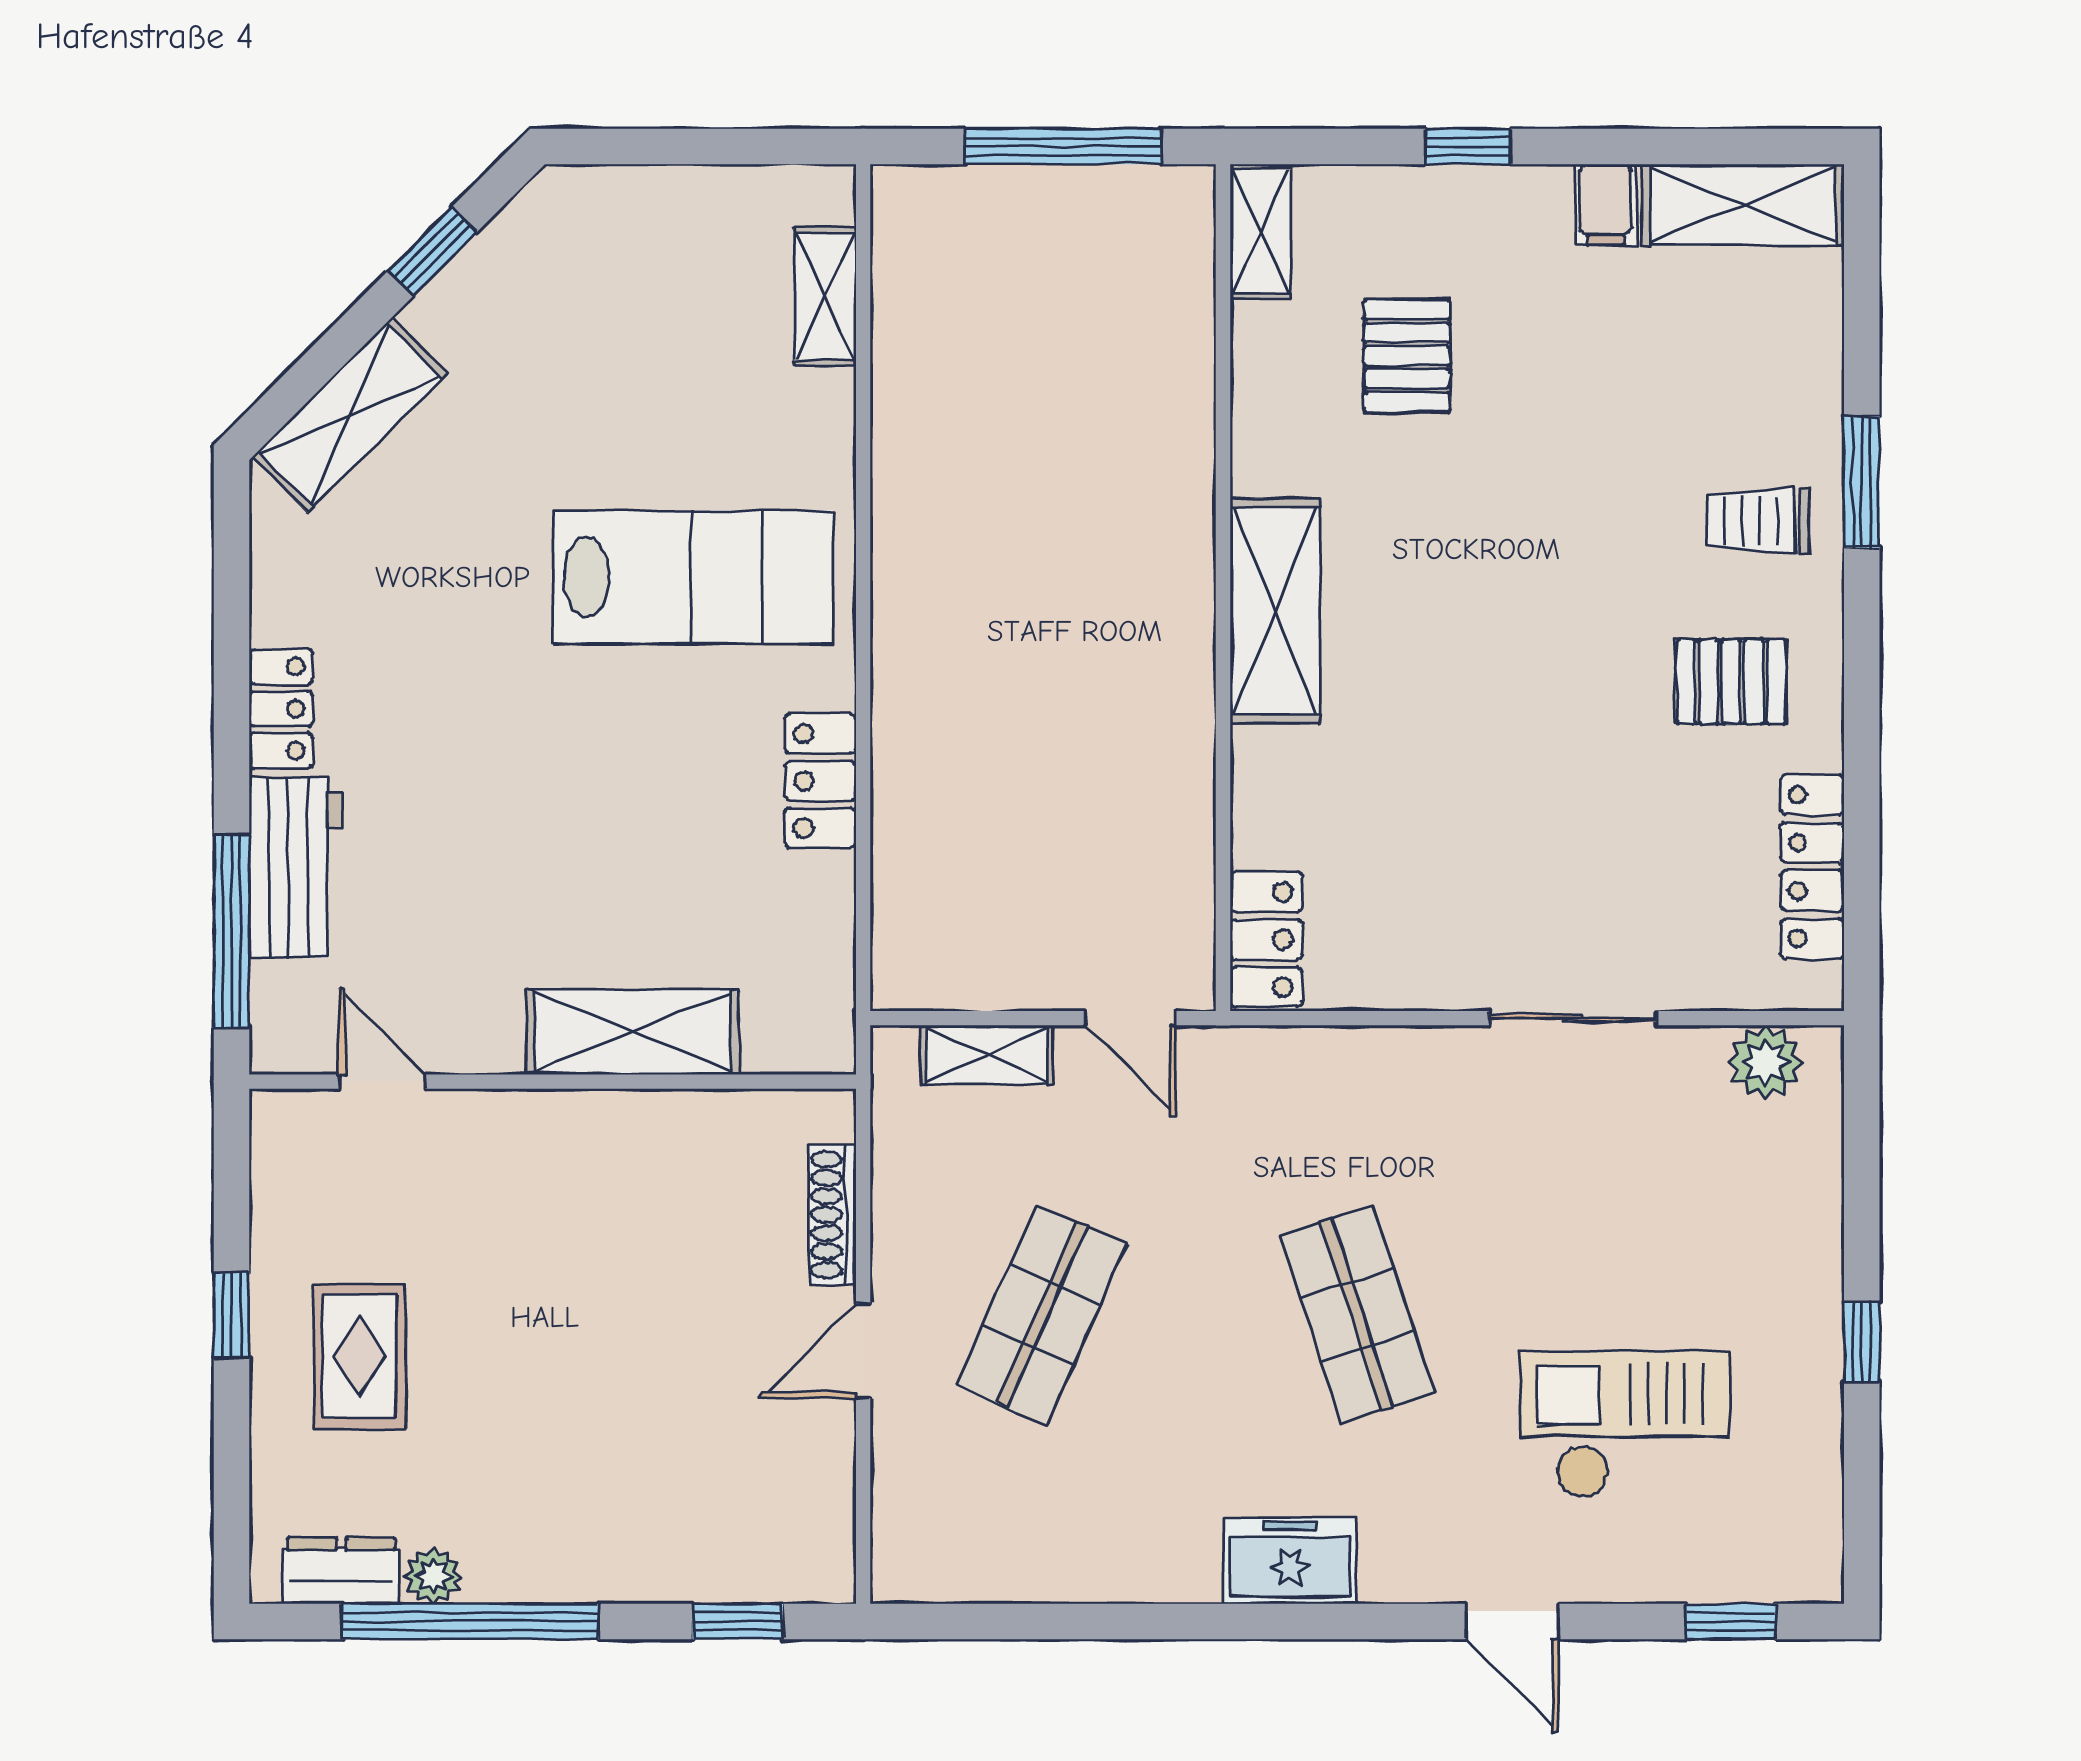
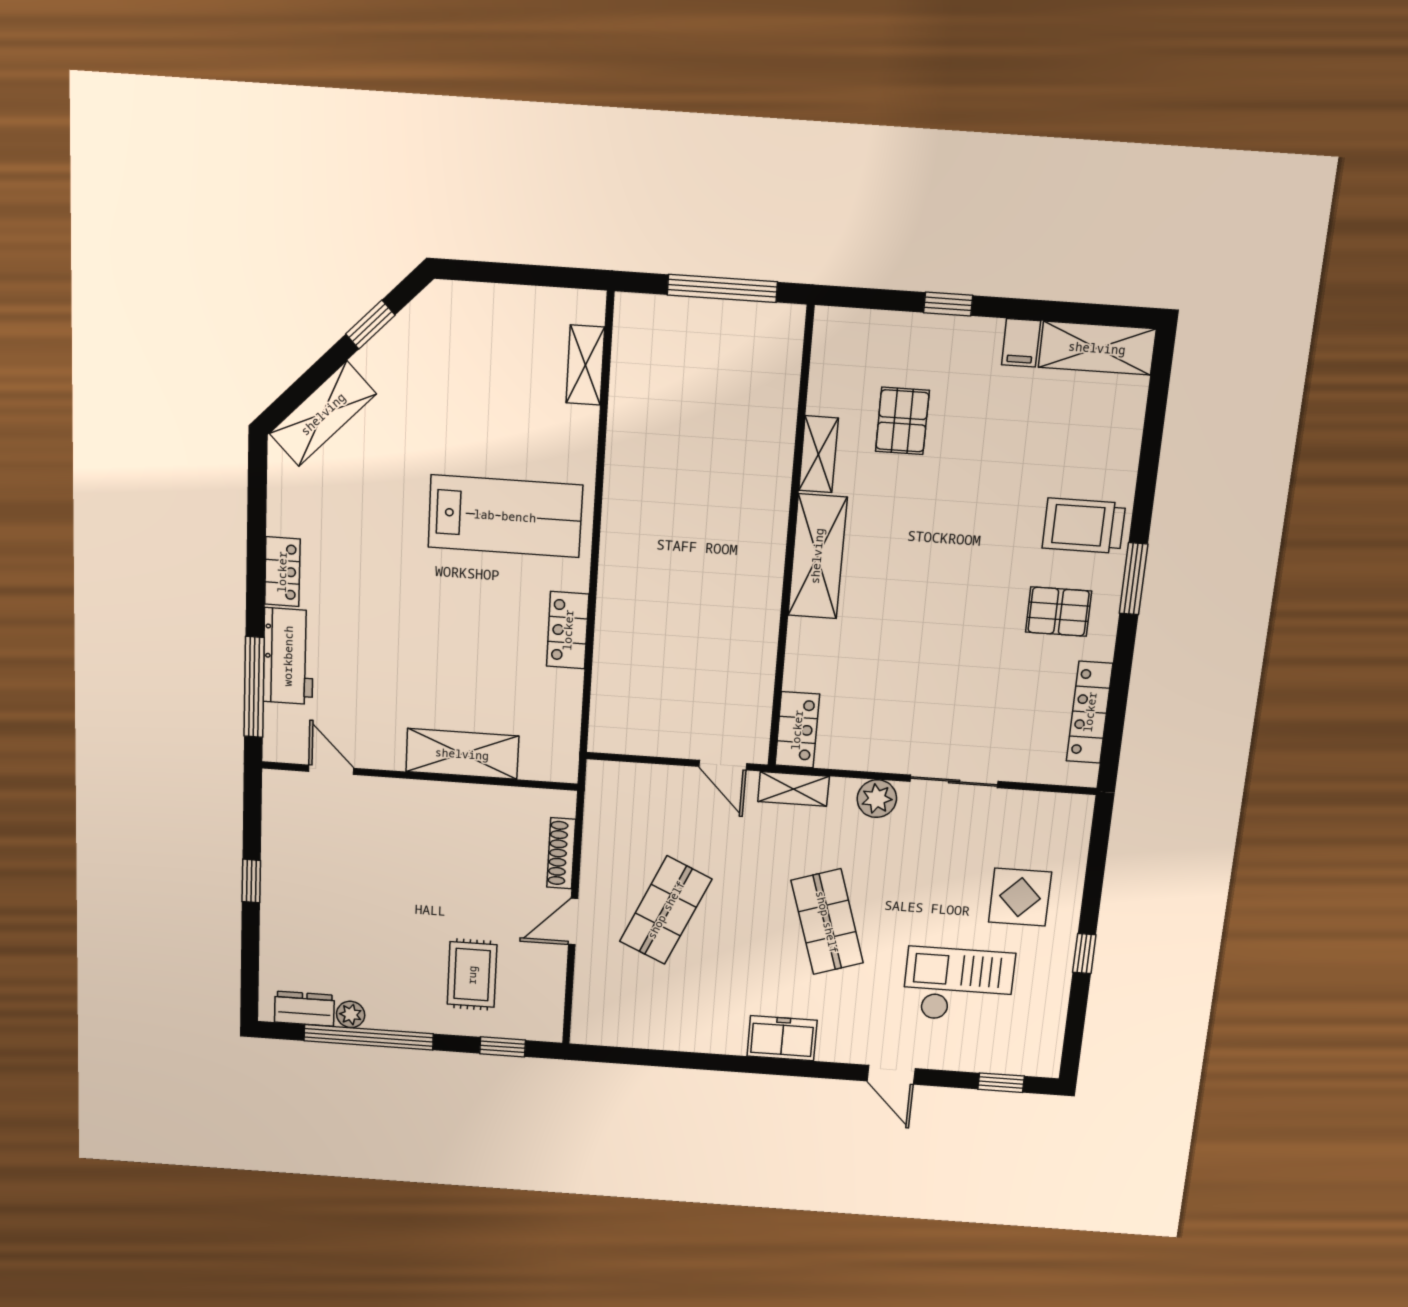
shelving: (1260, 231) -> (818, 454), moved
window: (1862, 482) -> (1134, 579), moved
trolley: (1758, 521) -> (1084, 526), width x1.36, depth x1.39
shelving: (987, 1055) -> (793, 789), moved
plant: (1766, 1062) -> (877, 799), moved
display table: (1724, 1237) -> (1020, 897), added
rug: (359, 1356) -> (472, 975), moved

